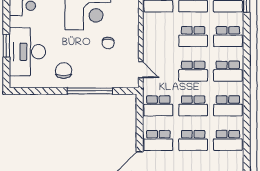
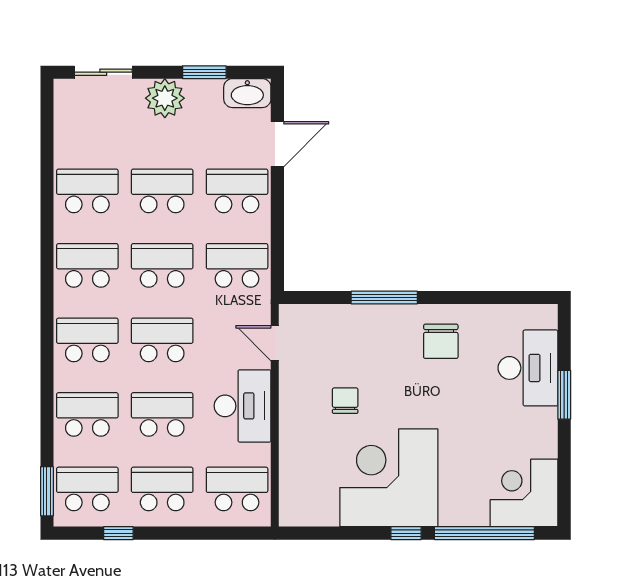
desk: (156, 41) -> (243, 406), added
desk: (27, 52) -> (528, 368), width x0.73, depth x0.77
window: (90, 91) -> (384, 298), width x0.68

